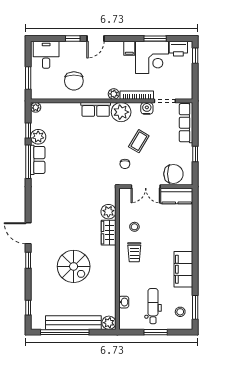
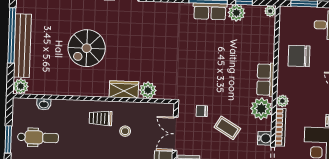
stool: (134, 227) -> (125, 131), moved

